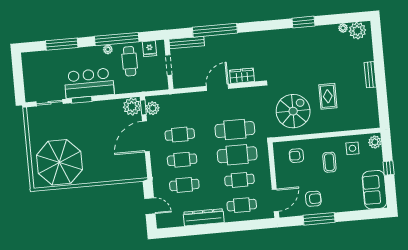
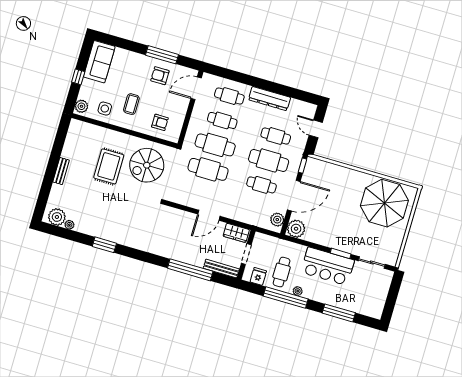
wardrobe: (242, 76) -> (236, 233), moved
rug: (328, 96) -> (109, 166), width x1.36, depth x1.43
window: (143, 107) -> (303, 166), moved
cafe table: (182, 160) -> (269, 160), width x1.37, depth x1.35

